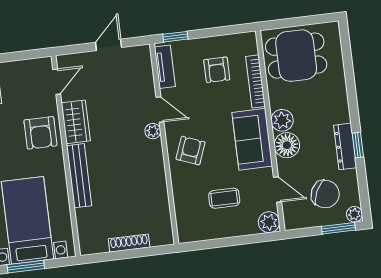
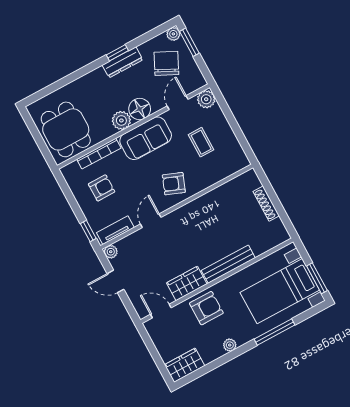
plant: (153, 131) -> (111, 252), moved

